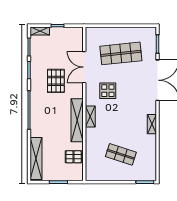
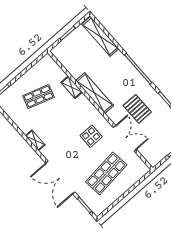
shelving: (90, 116) -> (72, 87), moved
pallet: (74, 157) -> (73, 63), removed

